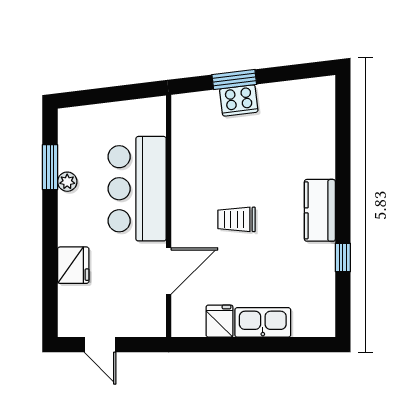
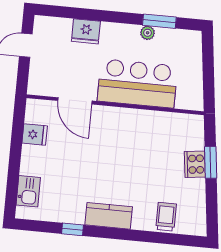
trolley: (237, 219) -> (166, 217), moved
kitchen sink: (263, 322) -> (28, 191), moved, width x0.73

